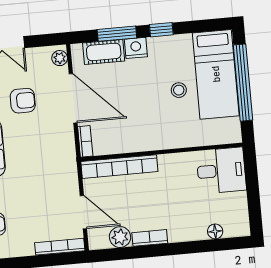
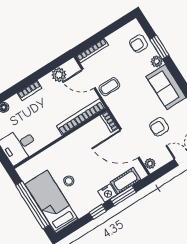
coffee table: (61, 187) -> (109, 87), added
bookcase: (150, 238) -> (30, 91), moved

